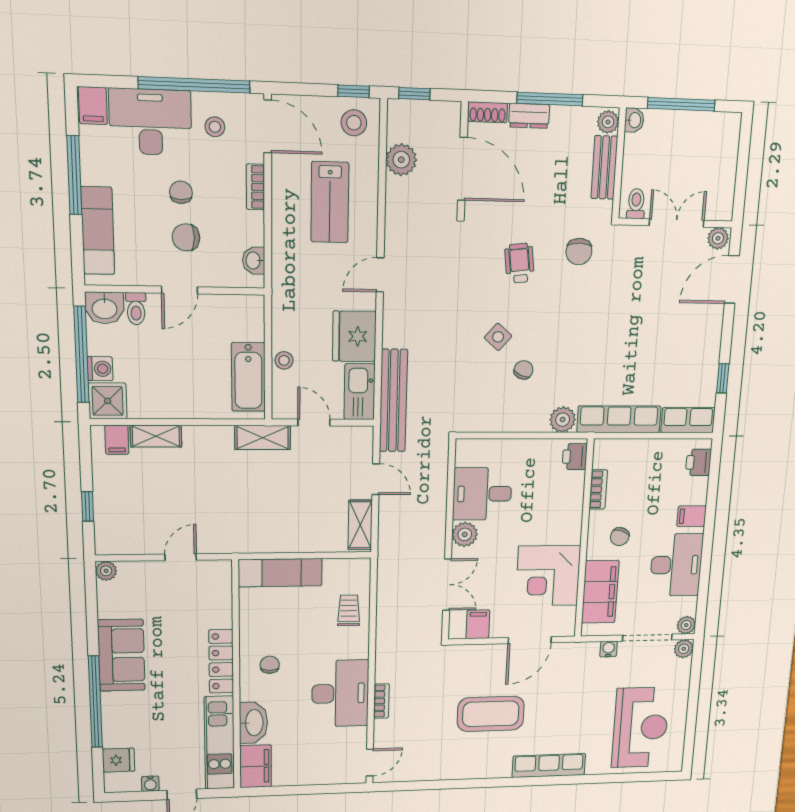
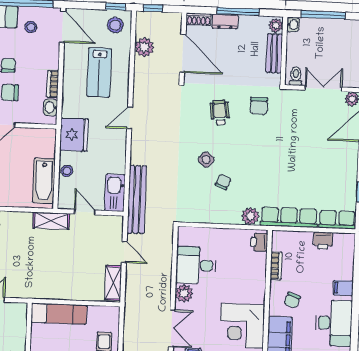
bookcase: (255, 187) -> (53, 84), moved
fridge: (354, 336) -> (74, 135), moved, turned 180
printer: (698, 462) -> (323, 241), moved, turned -90

